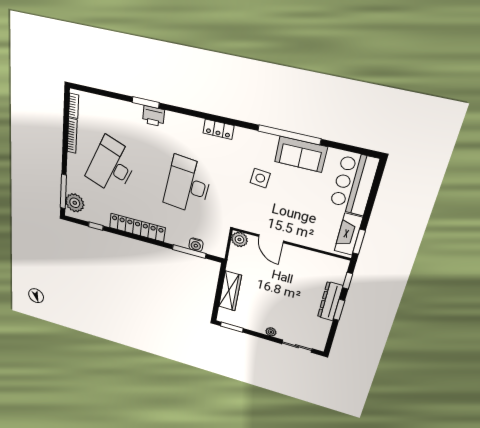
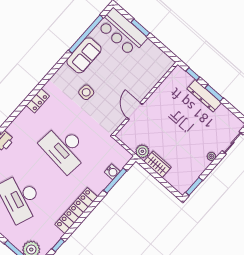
window: (289, 135) -> (86, 34), moved
fireplace: (348, 234) -> (157, 55), removed
plant: (239, 239) -> (142, 151), moved
door: (271, 239) -> (135, 111), swing flipped
window: (359, 242) -> (140, 28), moved
wardrobe: (230, 291) -> (158, 164), width x0.67

